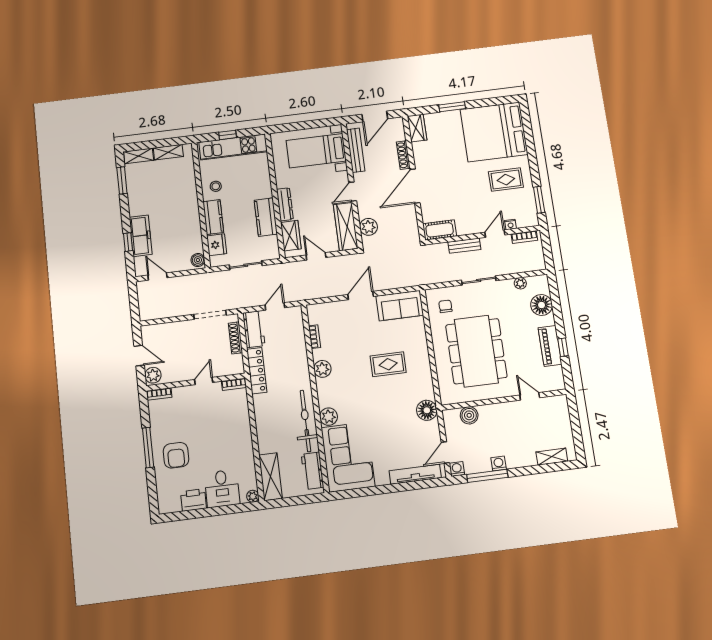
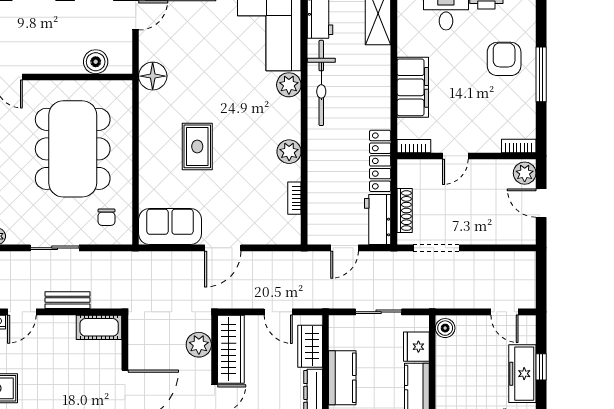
rug: (388, 364) -> (197, 146), turned 90
filing cabinet: (239, 426) -> (413, 87), added

